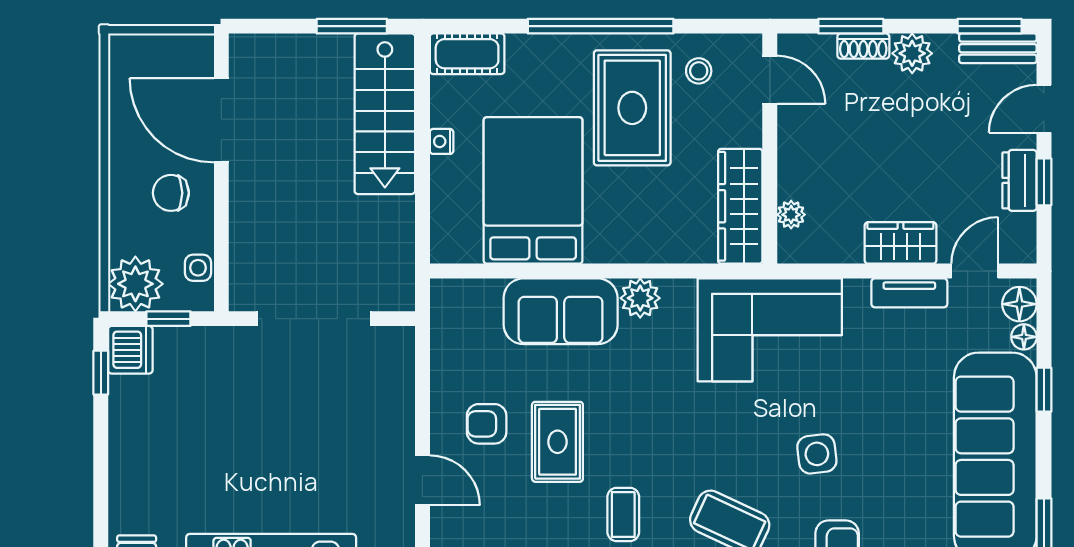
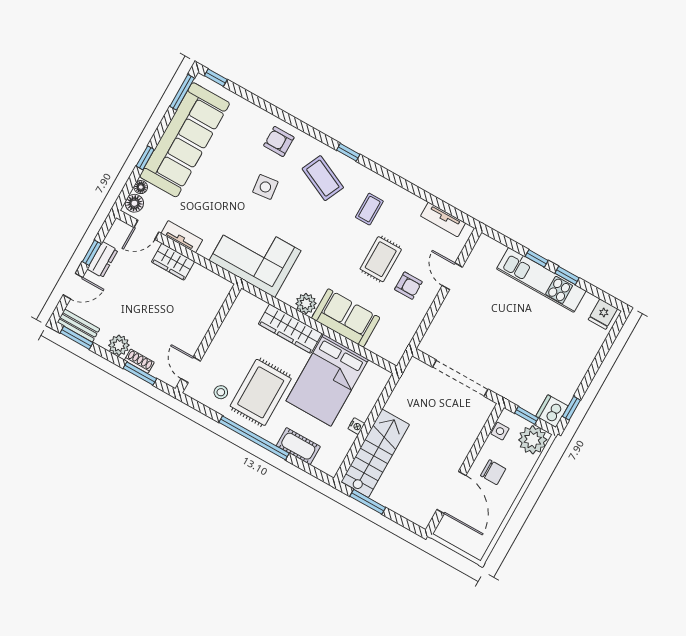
cot: (467, 54) -> (298, 446), moved
wardrobe: (740, 206) -> (290, 329), moved, turned 90
plant: (791, 215) -> (216, 303), removed

